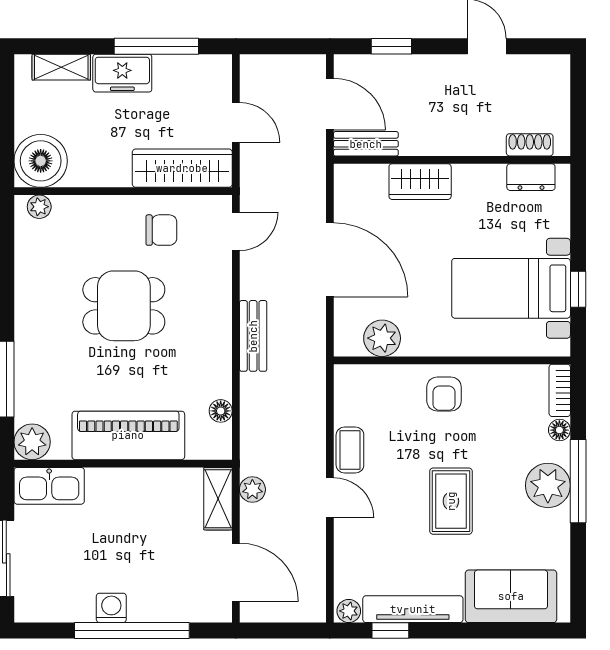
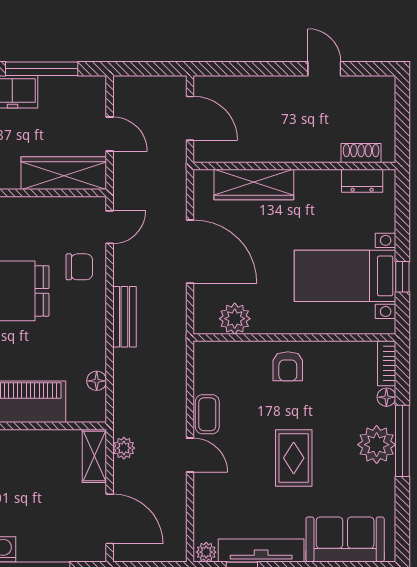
window: (391, 46) -> (243, 69), removed
bench: (366, 144) -> (221, 152), removed
wardrobe: (420, 182) -> (254, 185), width x1.50
chair: (161, 230) -> (79, 267), moved

